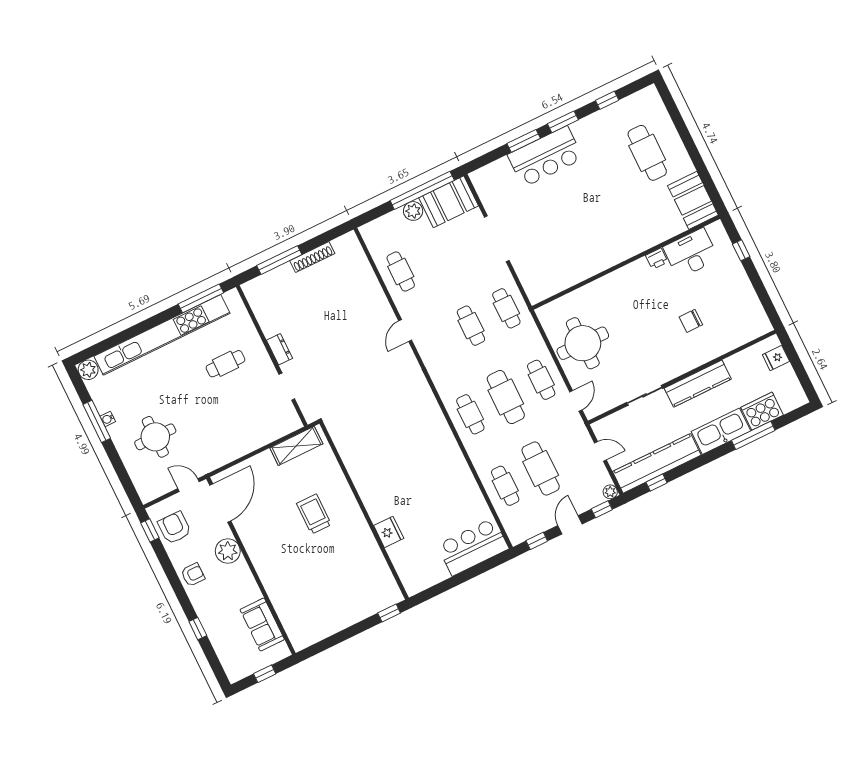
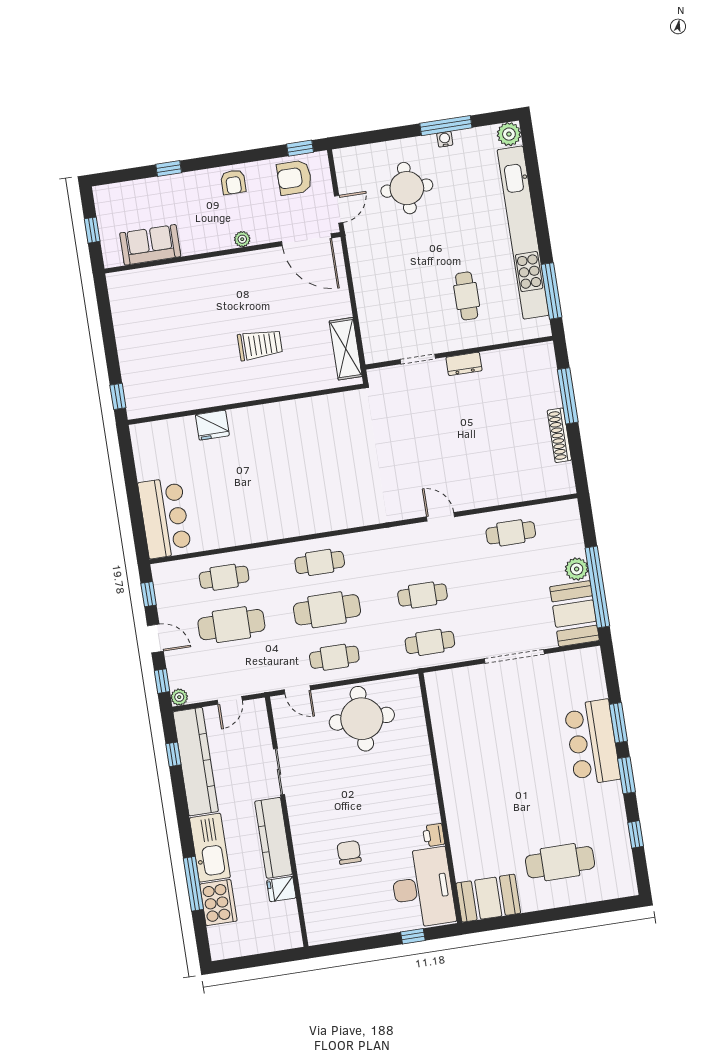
desk: (691, 253) -> (423, 888), width x1.36, depth x1.30
fridge: (776, 358) -> (281, 889), moved, turned -90
armchair: (174, 528) -> (294, 178), turned 180
plant: (228, 551) -> (242, 239), width x0.53, depth x0.53

